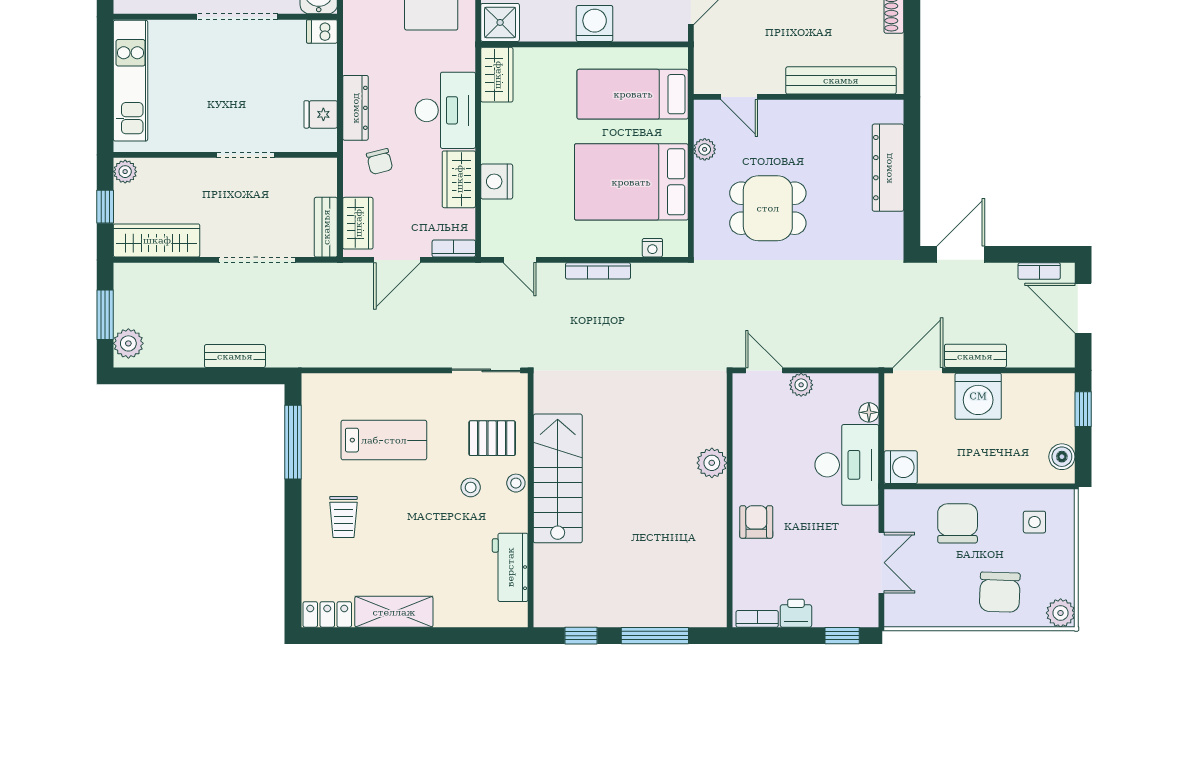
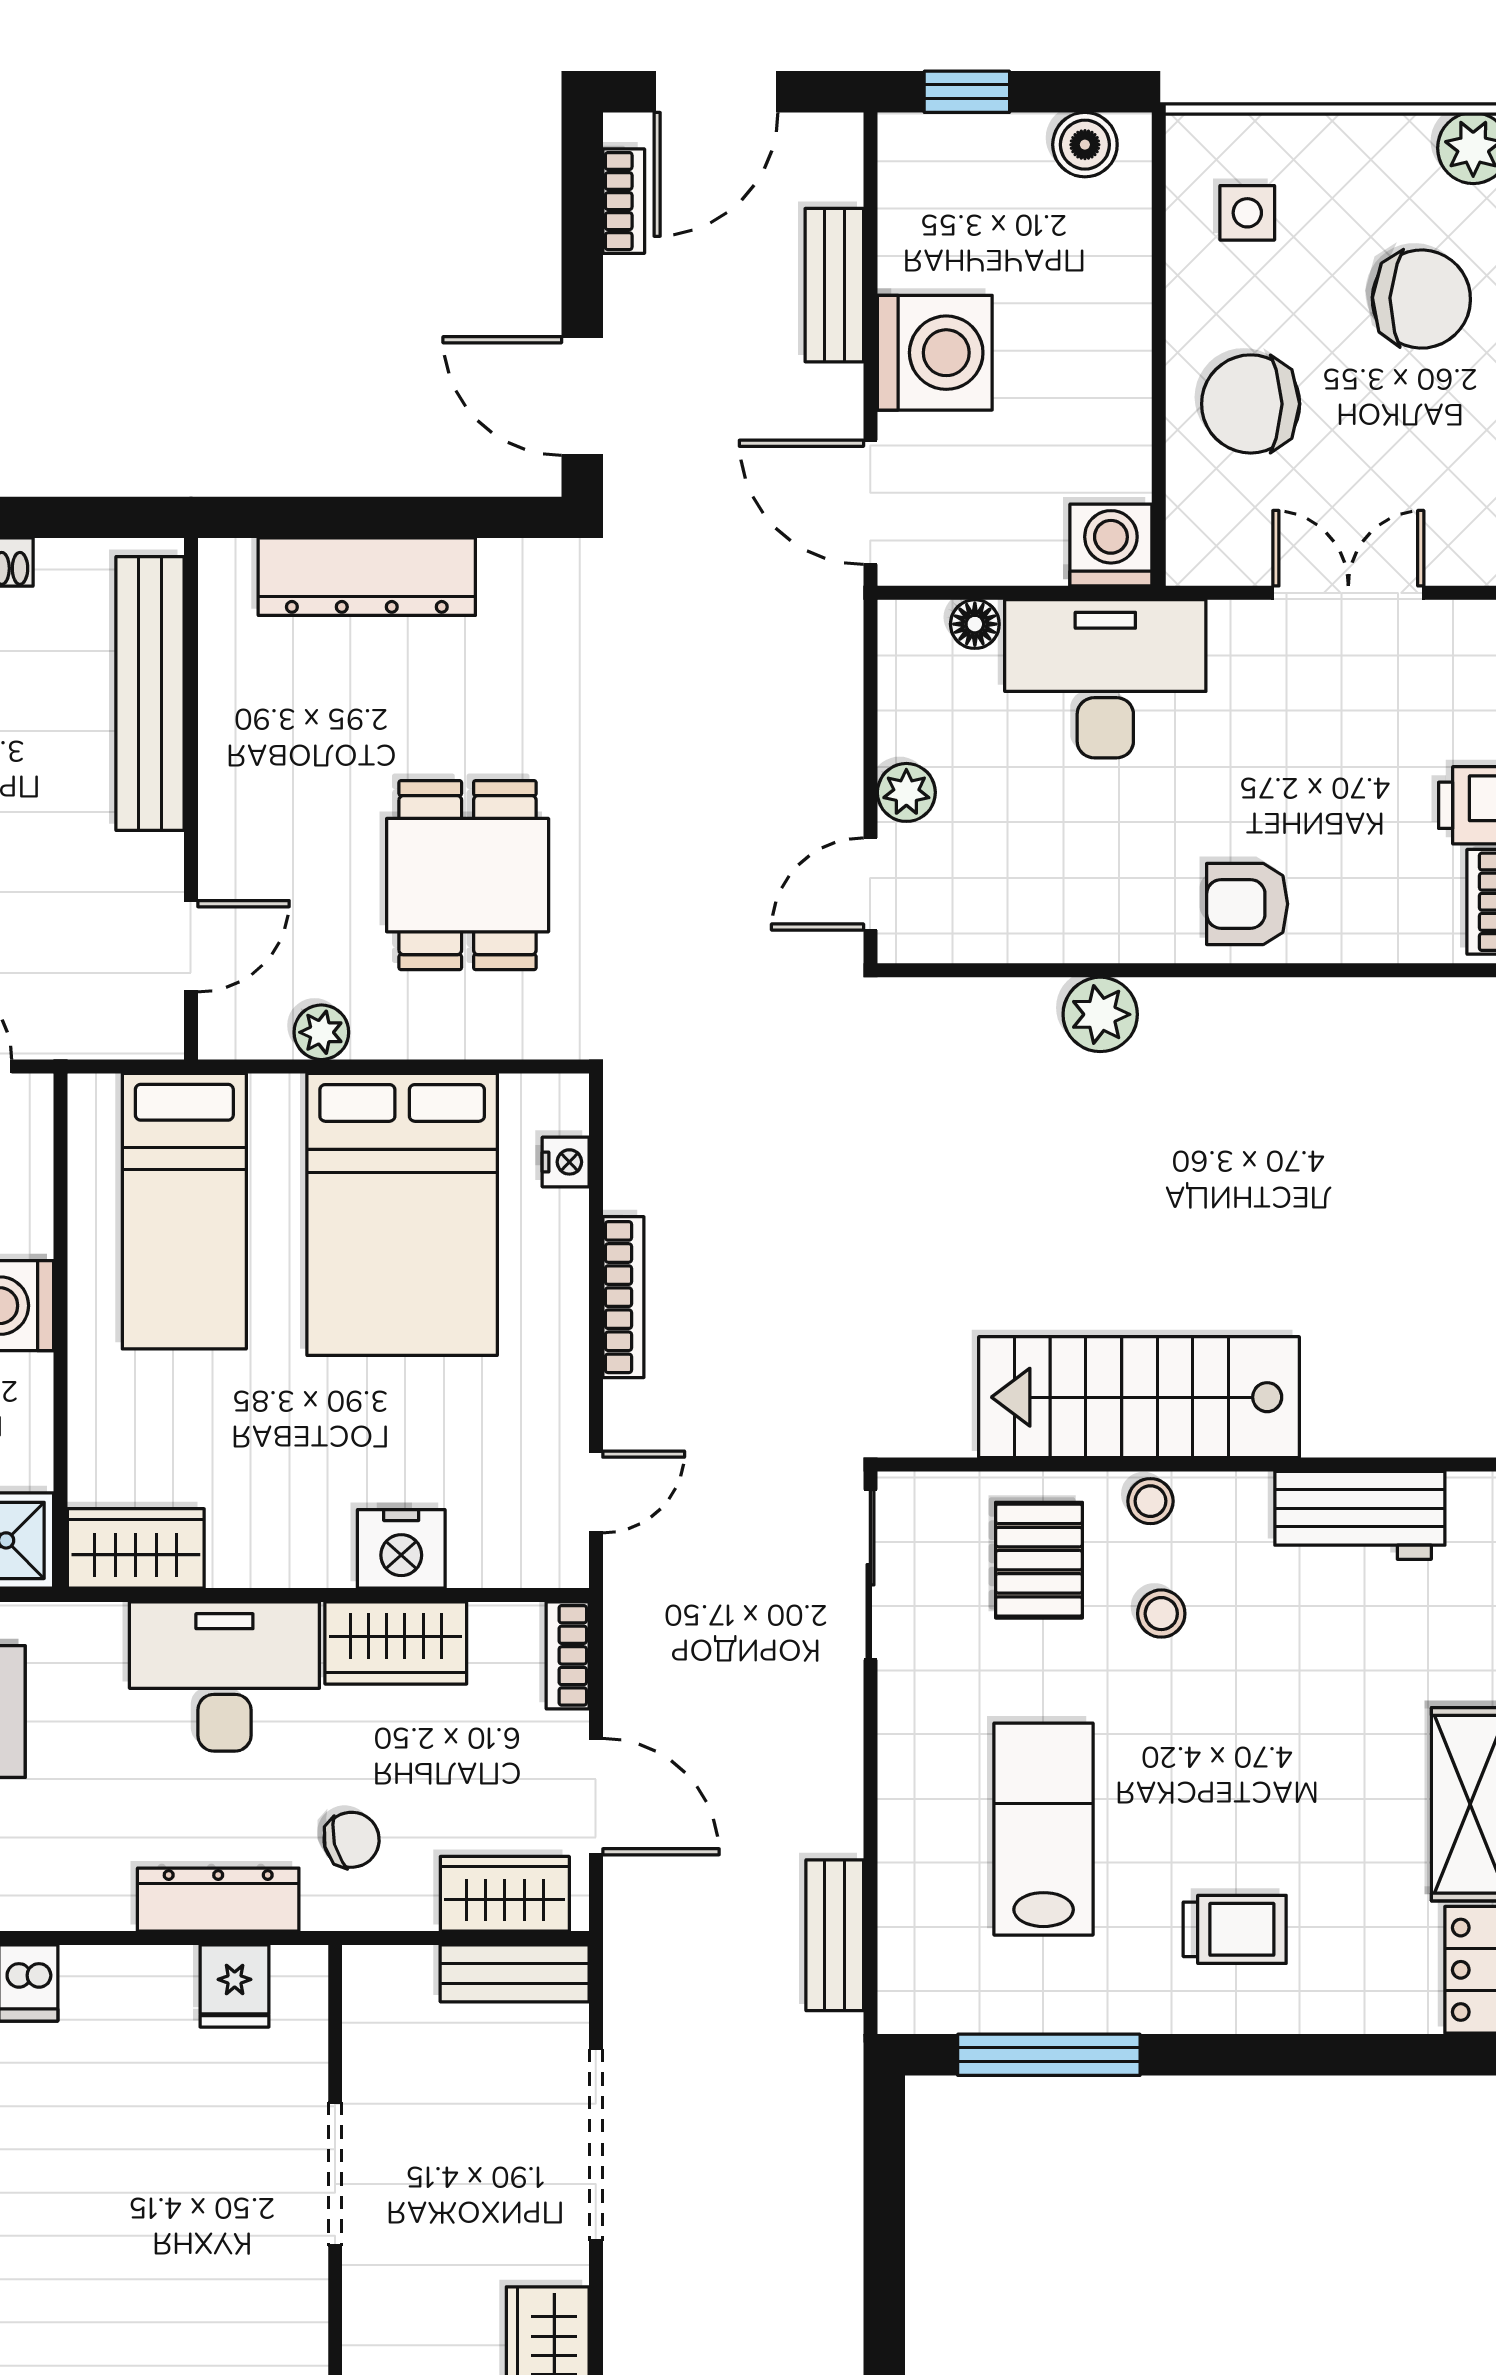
bench: (235, 356) -> (835, 1935), moved
bench: (975, 356) -> (834, 285), moved

